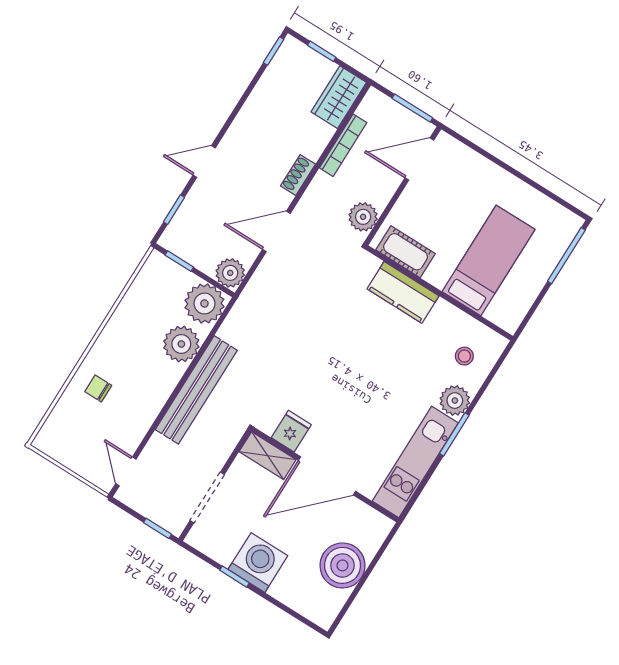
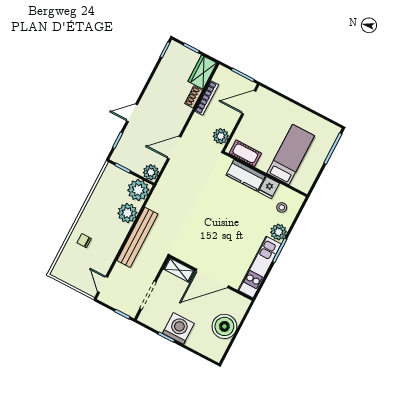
shoe rack: (298, 175) -> (194, 97), moved
fridge: (291, 431) -> (269, 188), moved, turned 180

